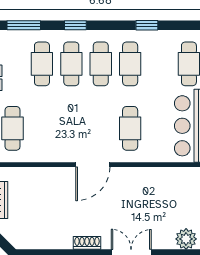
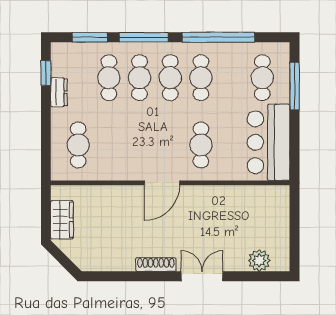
window: (75, 25) -> (144, 37), width x2.17
window: (147, 25) -> (218, 37), width x3.17
shoe rack: (87, 243) -> (156, 265), width x1.43

